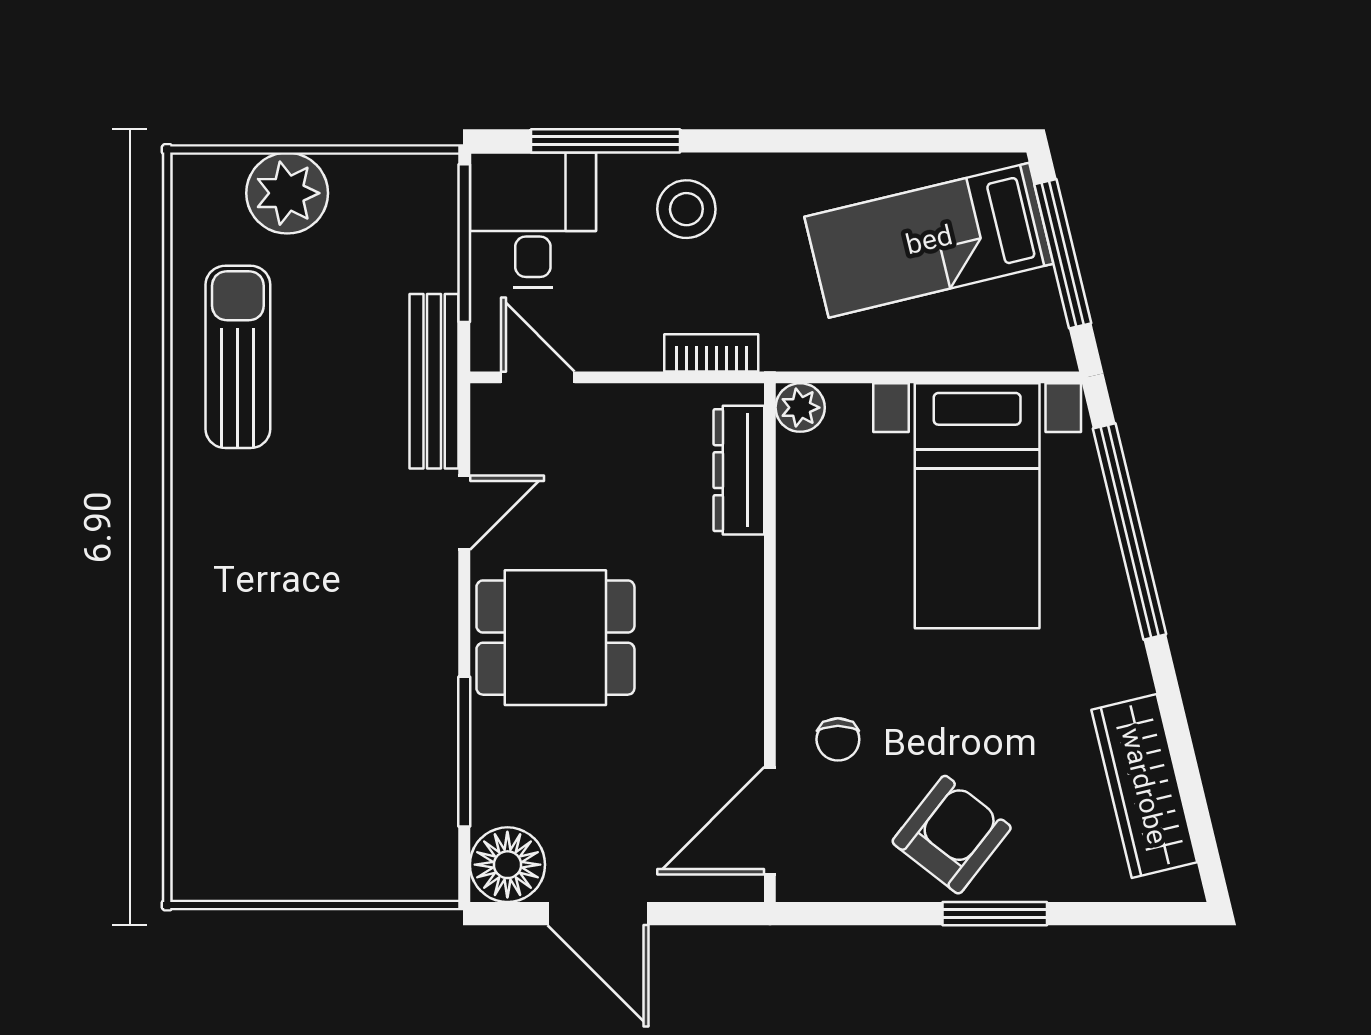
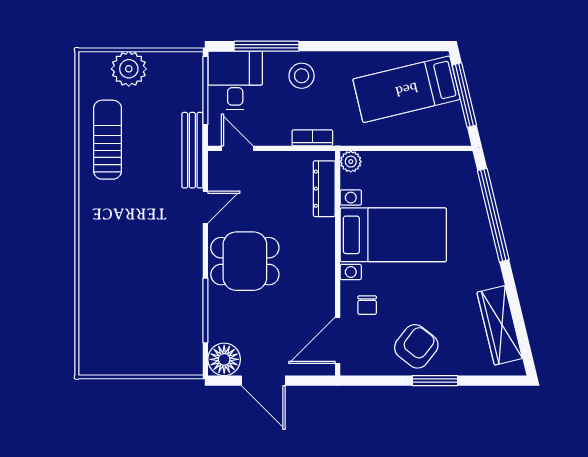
bed with nightstands: (977, 506) -> (393, 235), moved, turned -90

